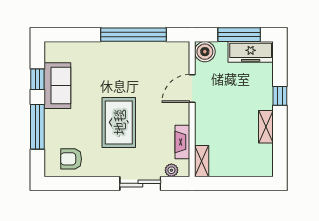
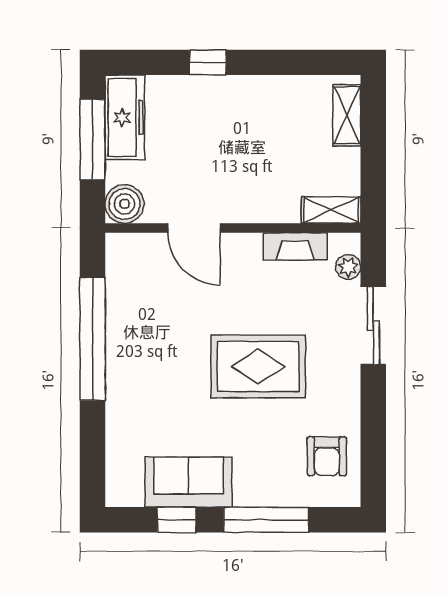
shelving: (266, 127) -> (347, 115), moved, turned 90

